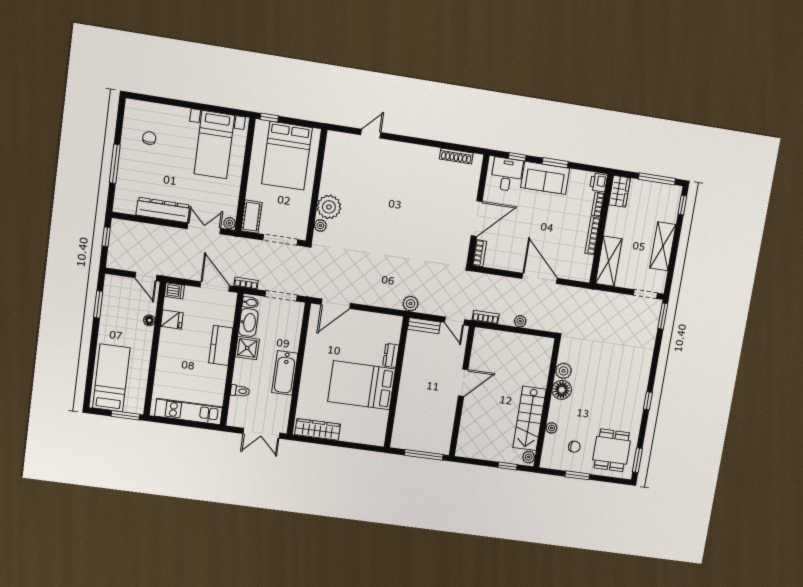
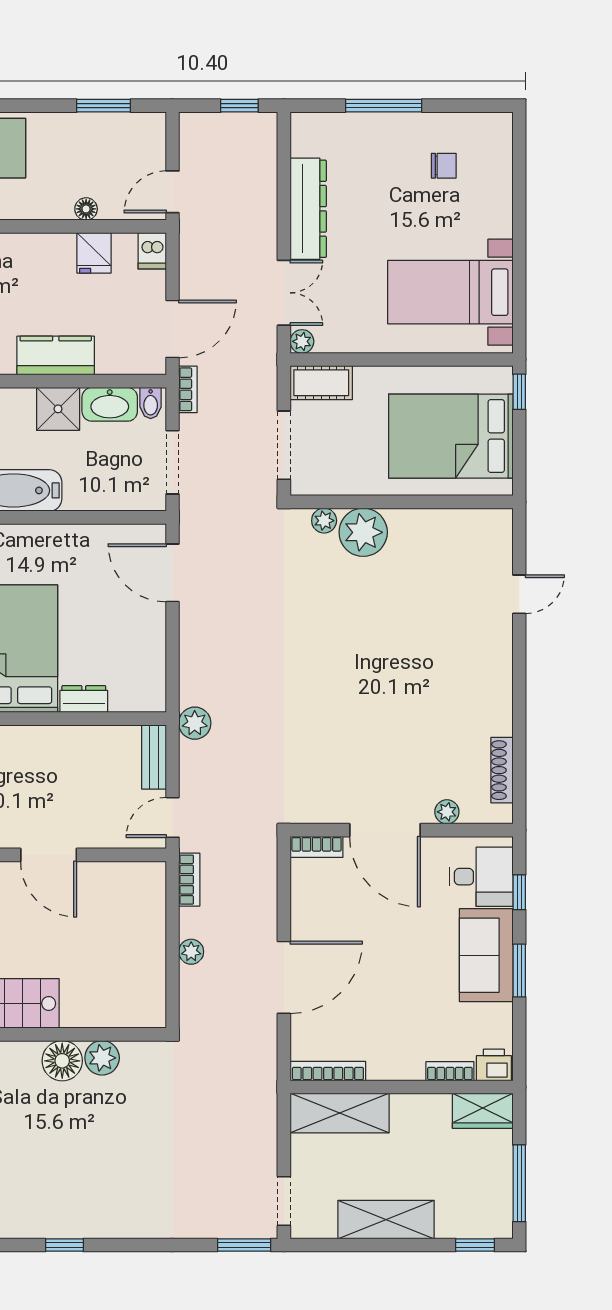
door: (371, 134) -> (519, 594), hinge flipped
plant: (473, 187) -> (447, 812), added
bookcase: (593, 236) -> (328, 1071), moved

